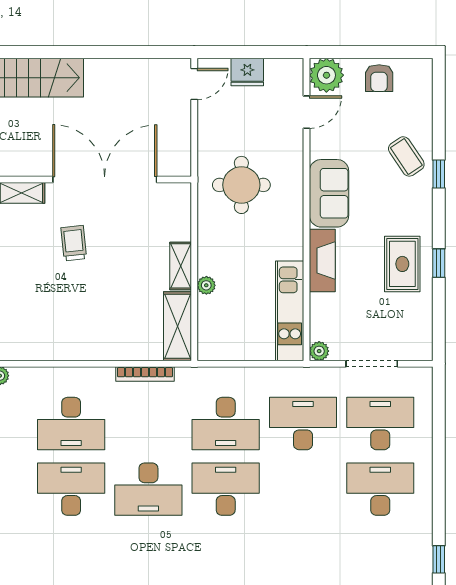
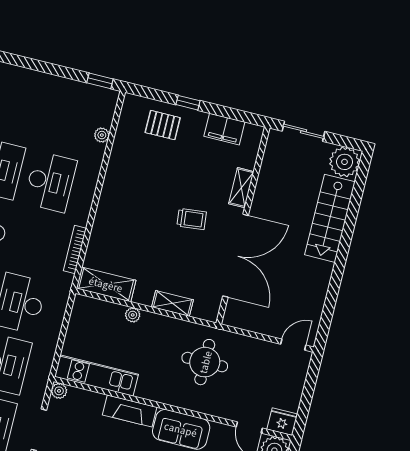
fridge: (247, 72) -> (282, 422), moved, turned 90
door: (194, 84) -> (293, 345), swing flipped
shelving: (181, 266) -> (173, 303), moved
desk: (71, 424) -> (50, 182), turned 180

